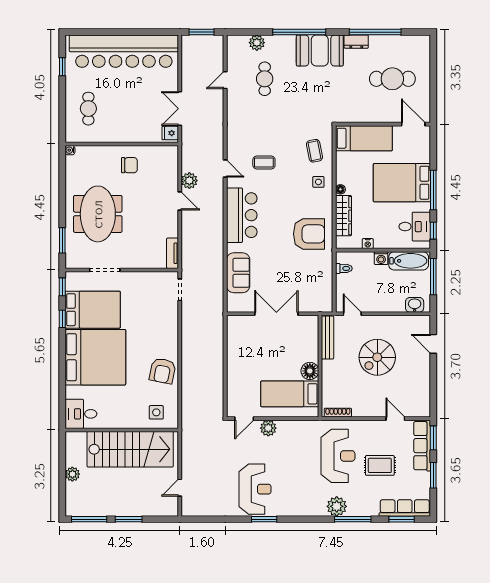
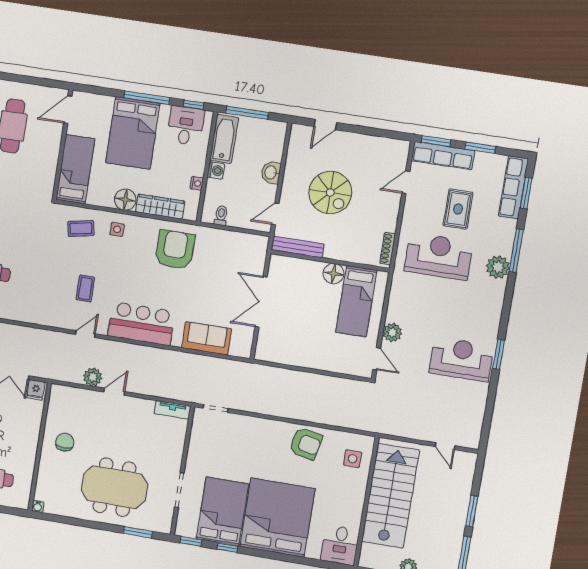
floor lamp: (340, 189) -> (125, 200), width x1.89, depth x1.89
washbasin: (415, 305) -> (271, 173), moved

